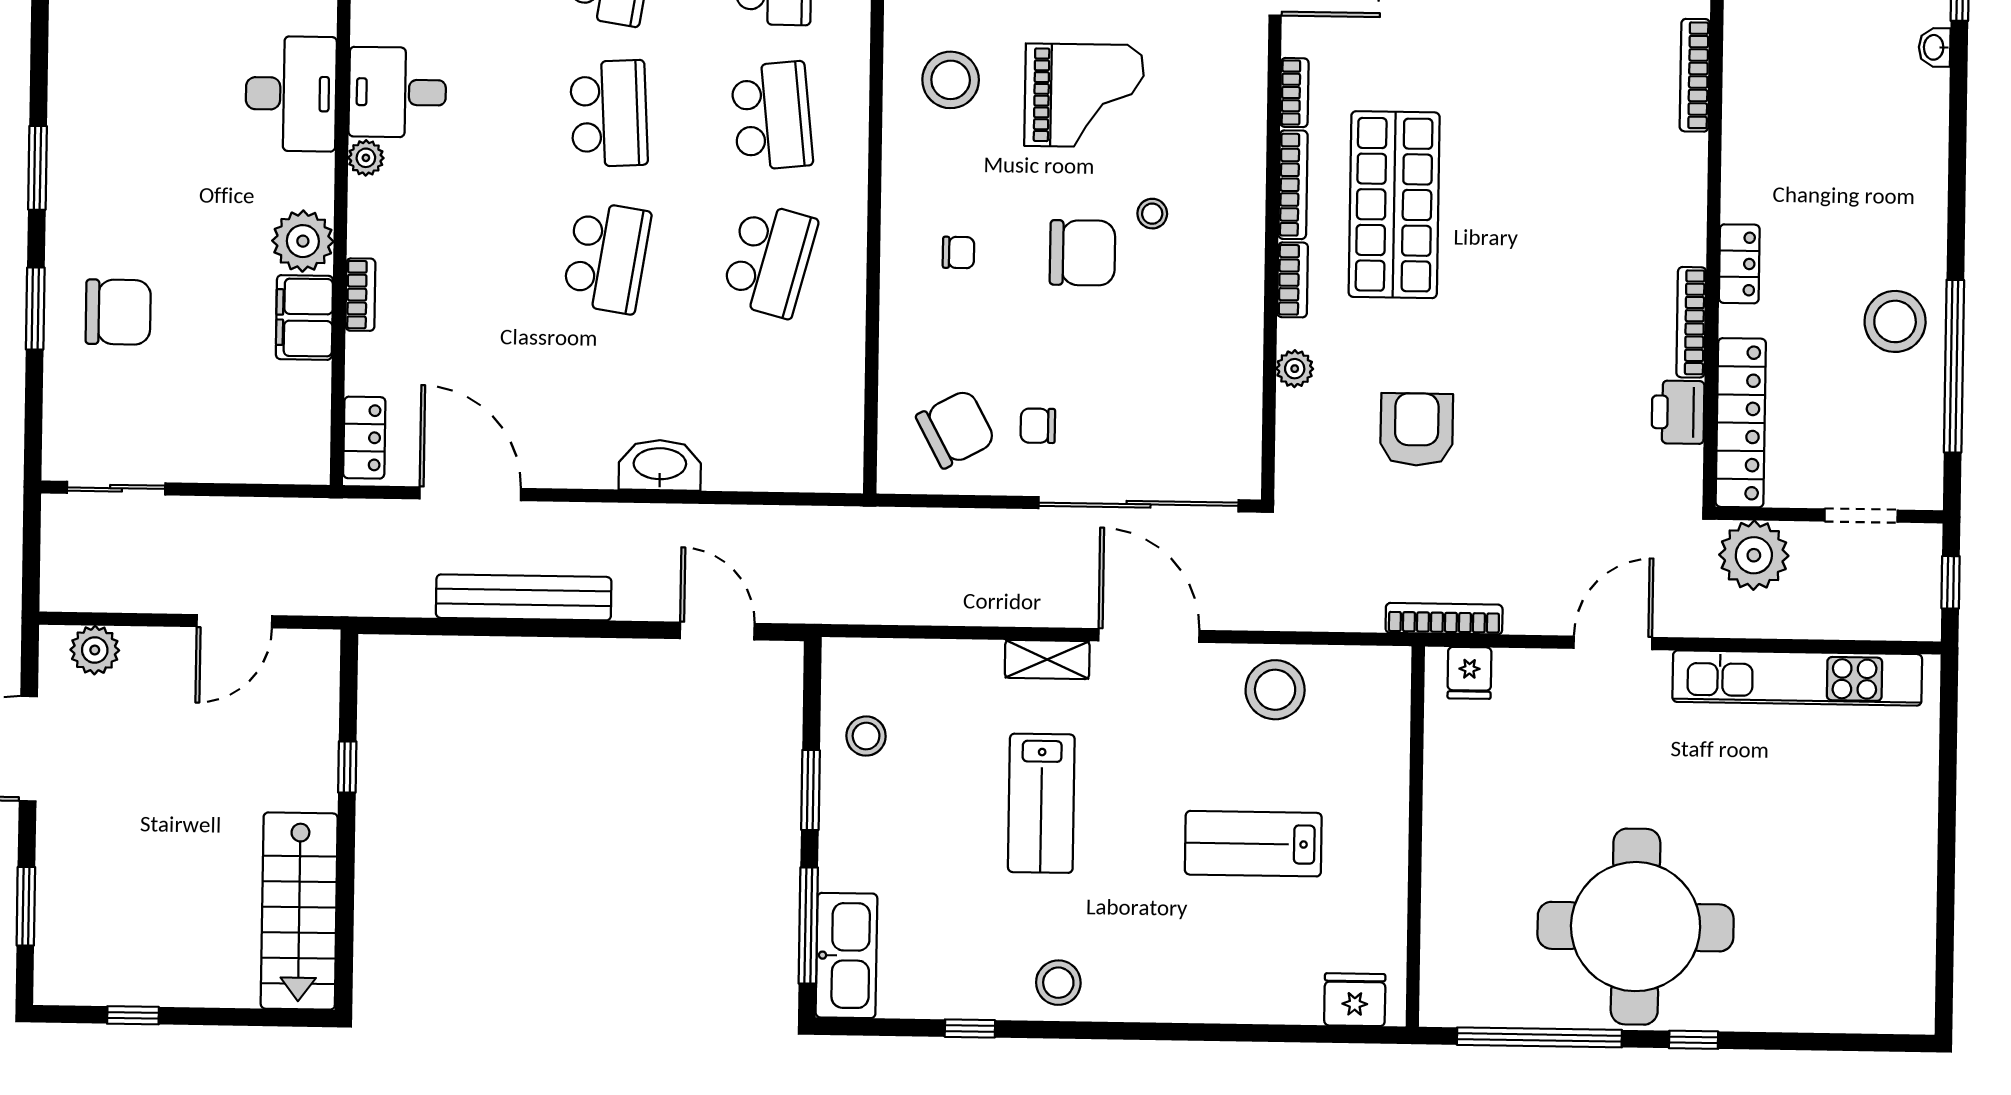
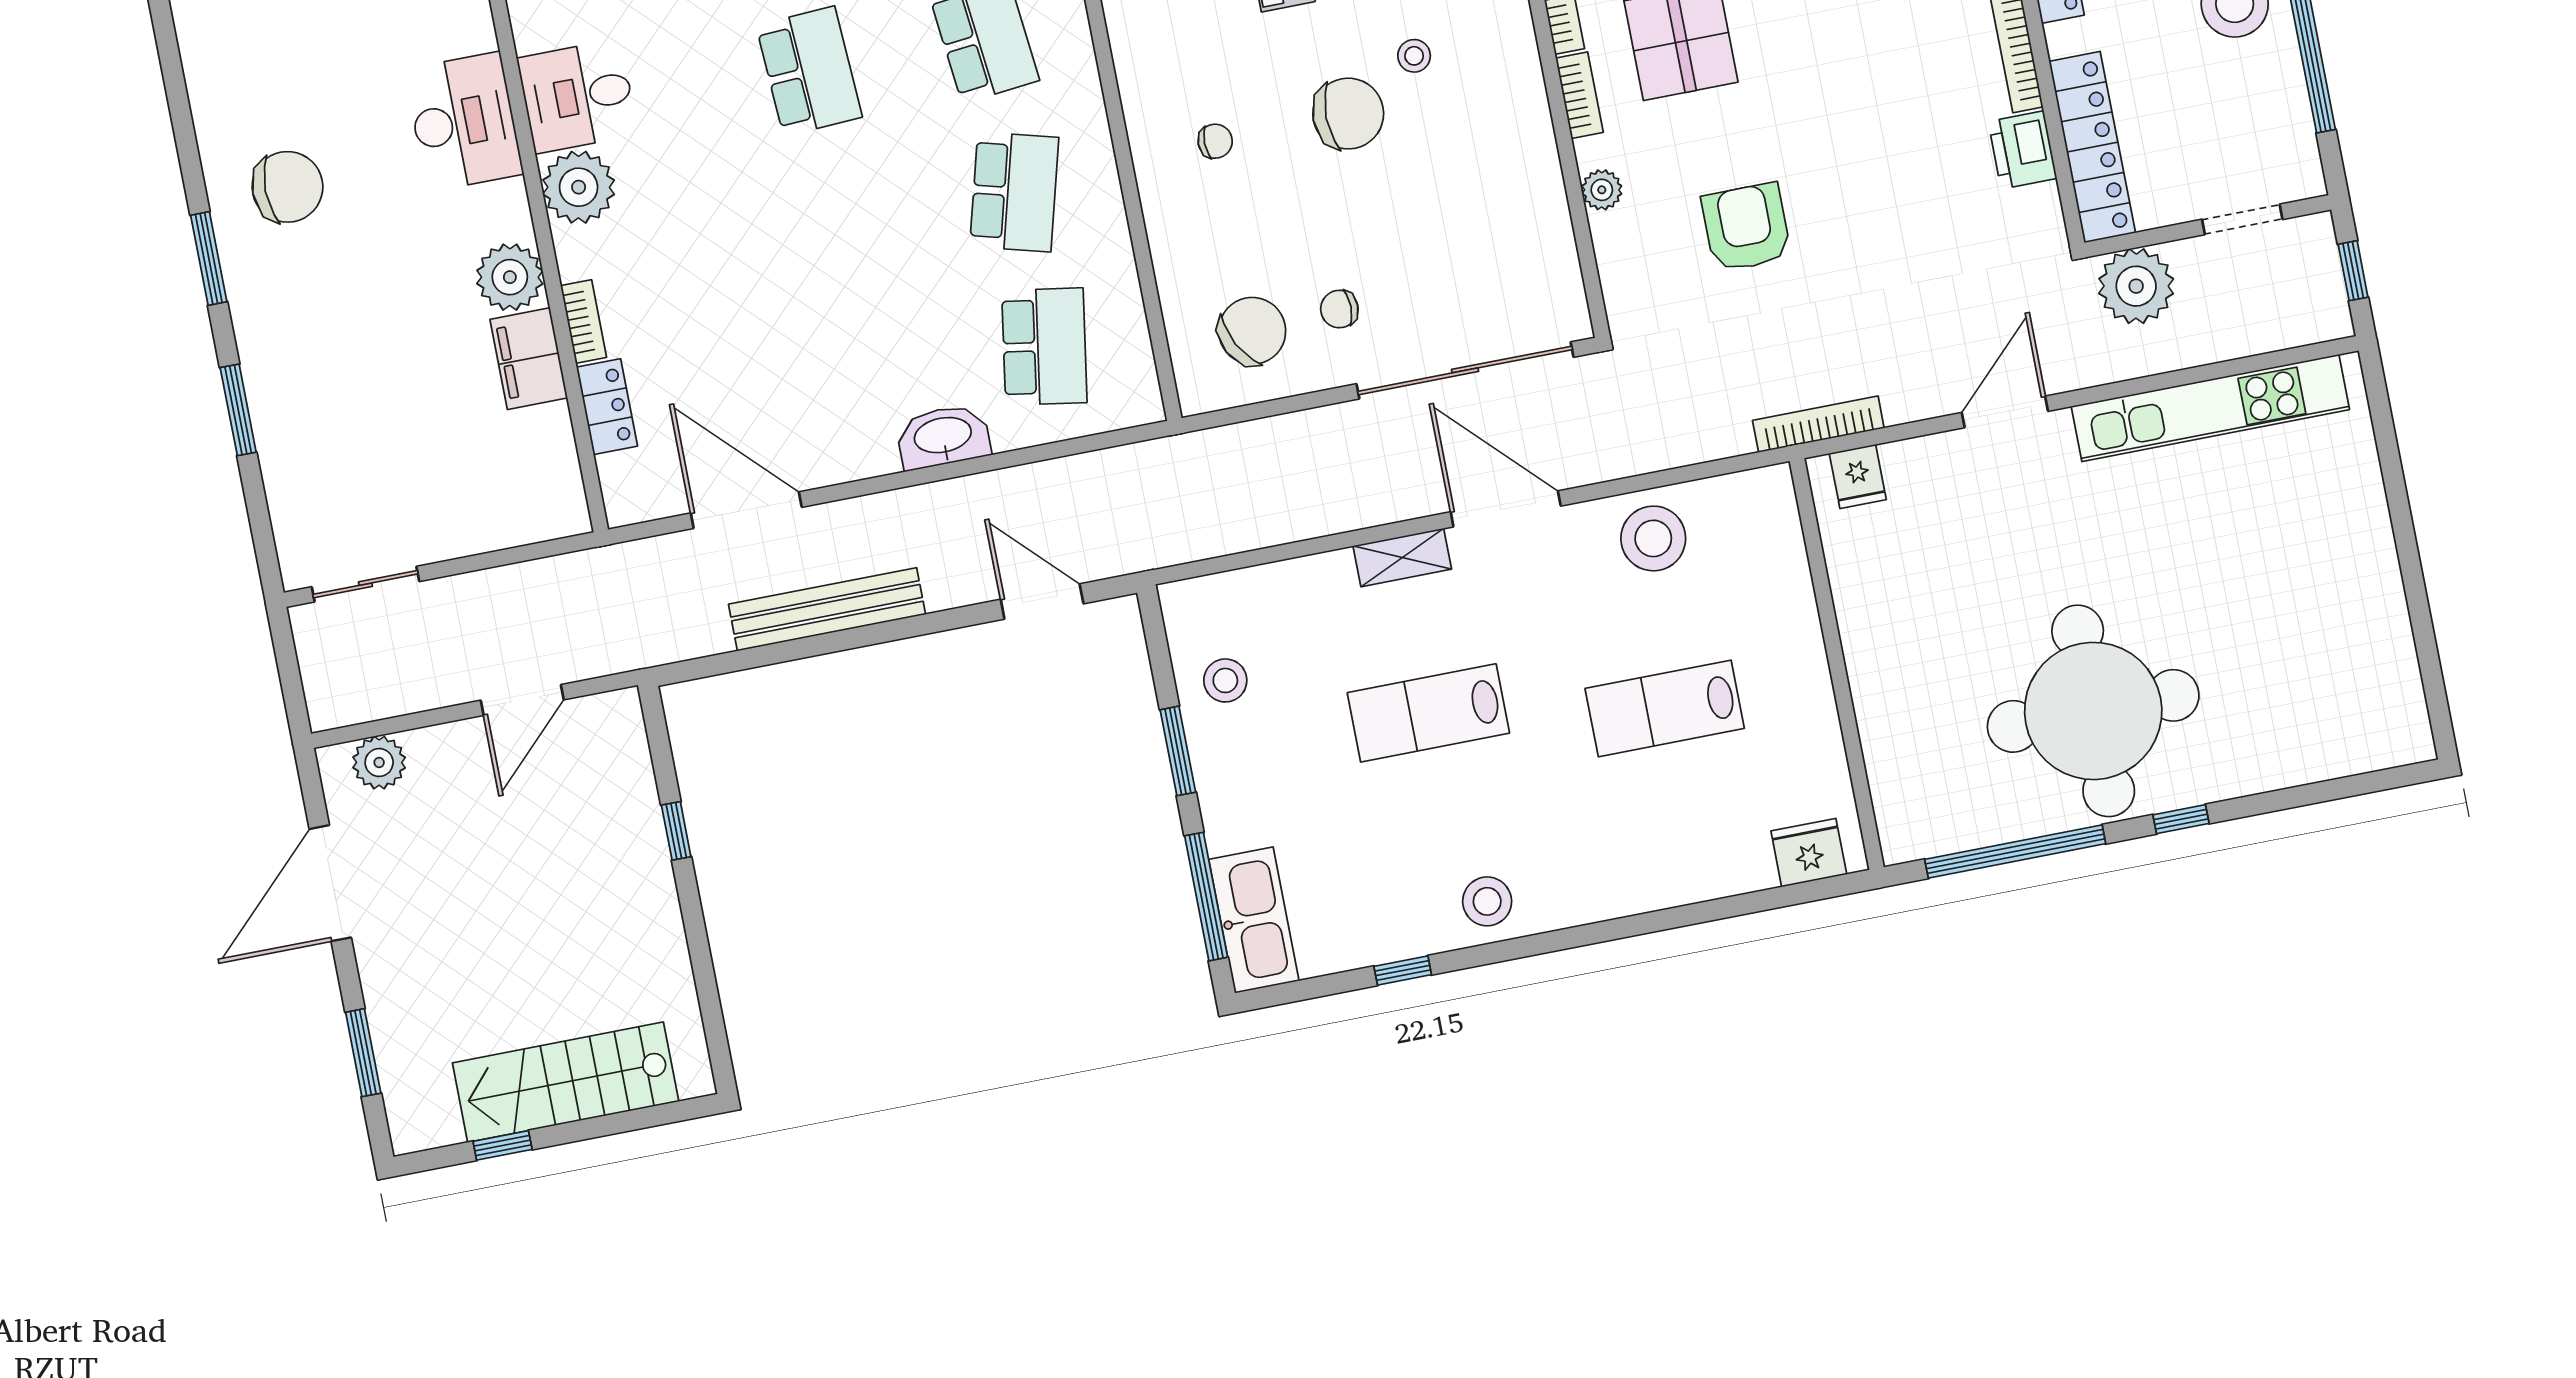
plant: (366, 158) -> (579, 187), width x1.87, depth x1.87
school desk: (607, 257) -> (1044, 347), moved
chair: (118, 312) -> (287, 187), moved
locker: (364, 438) -> (607, 407), moved
lab bench: (1041, 803) -> (1428, 713), turned 90
stairs: (299, 911) -> (566, 1082), moved, turned 90

